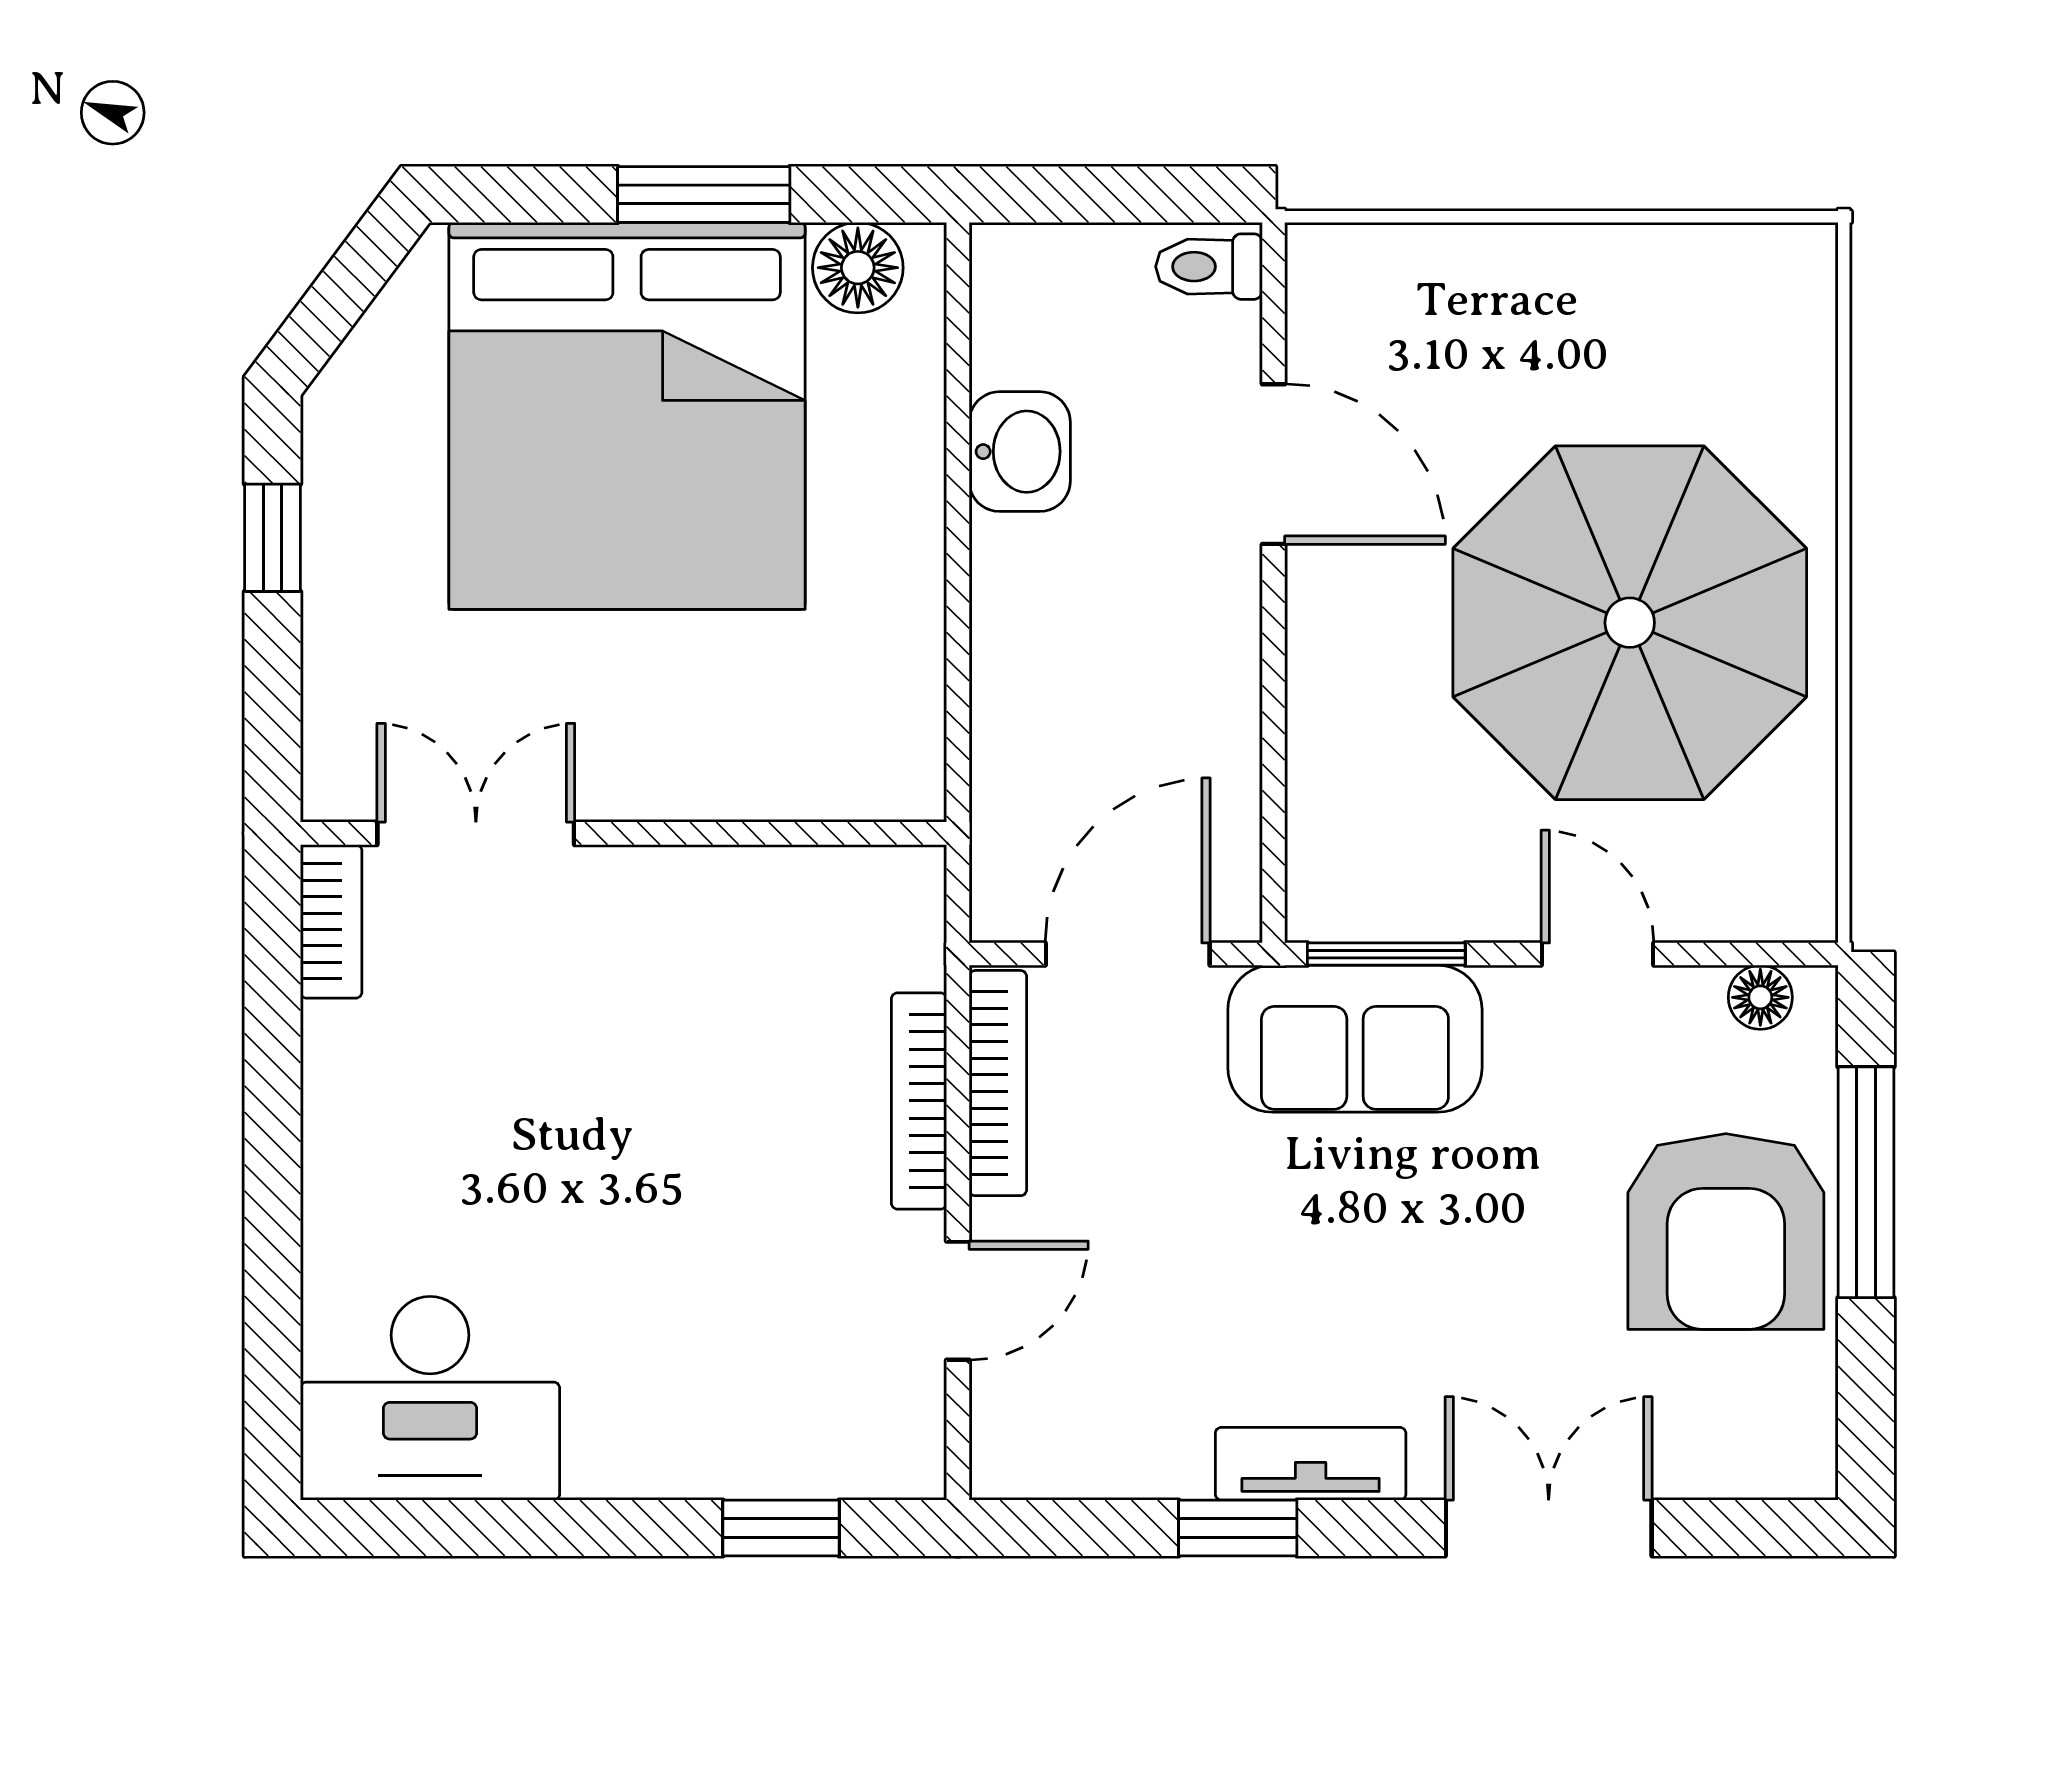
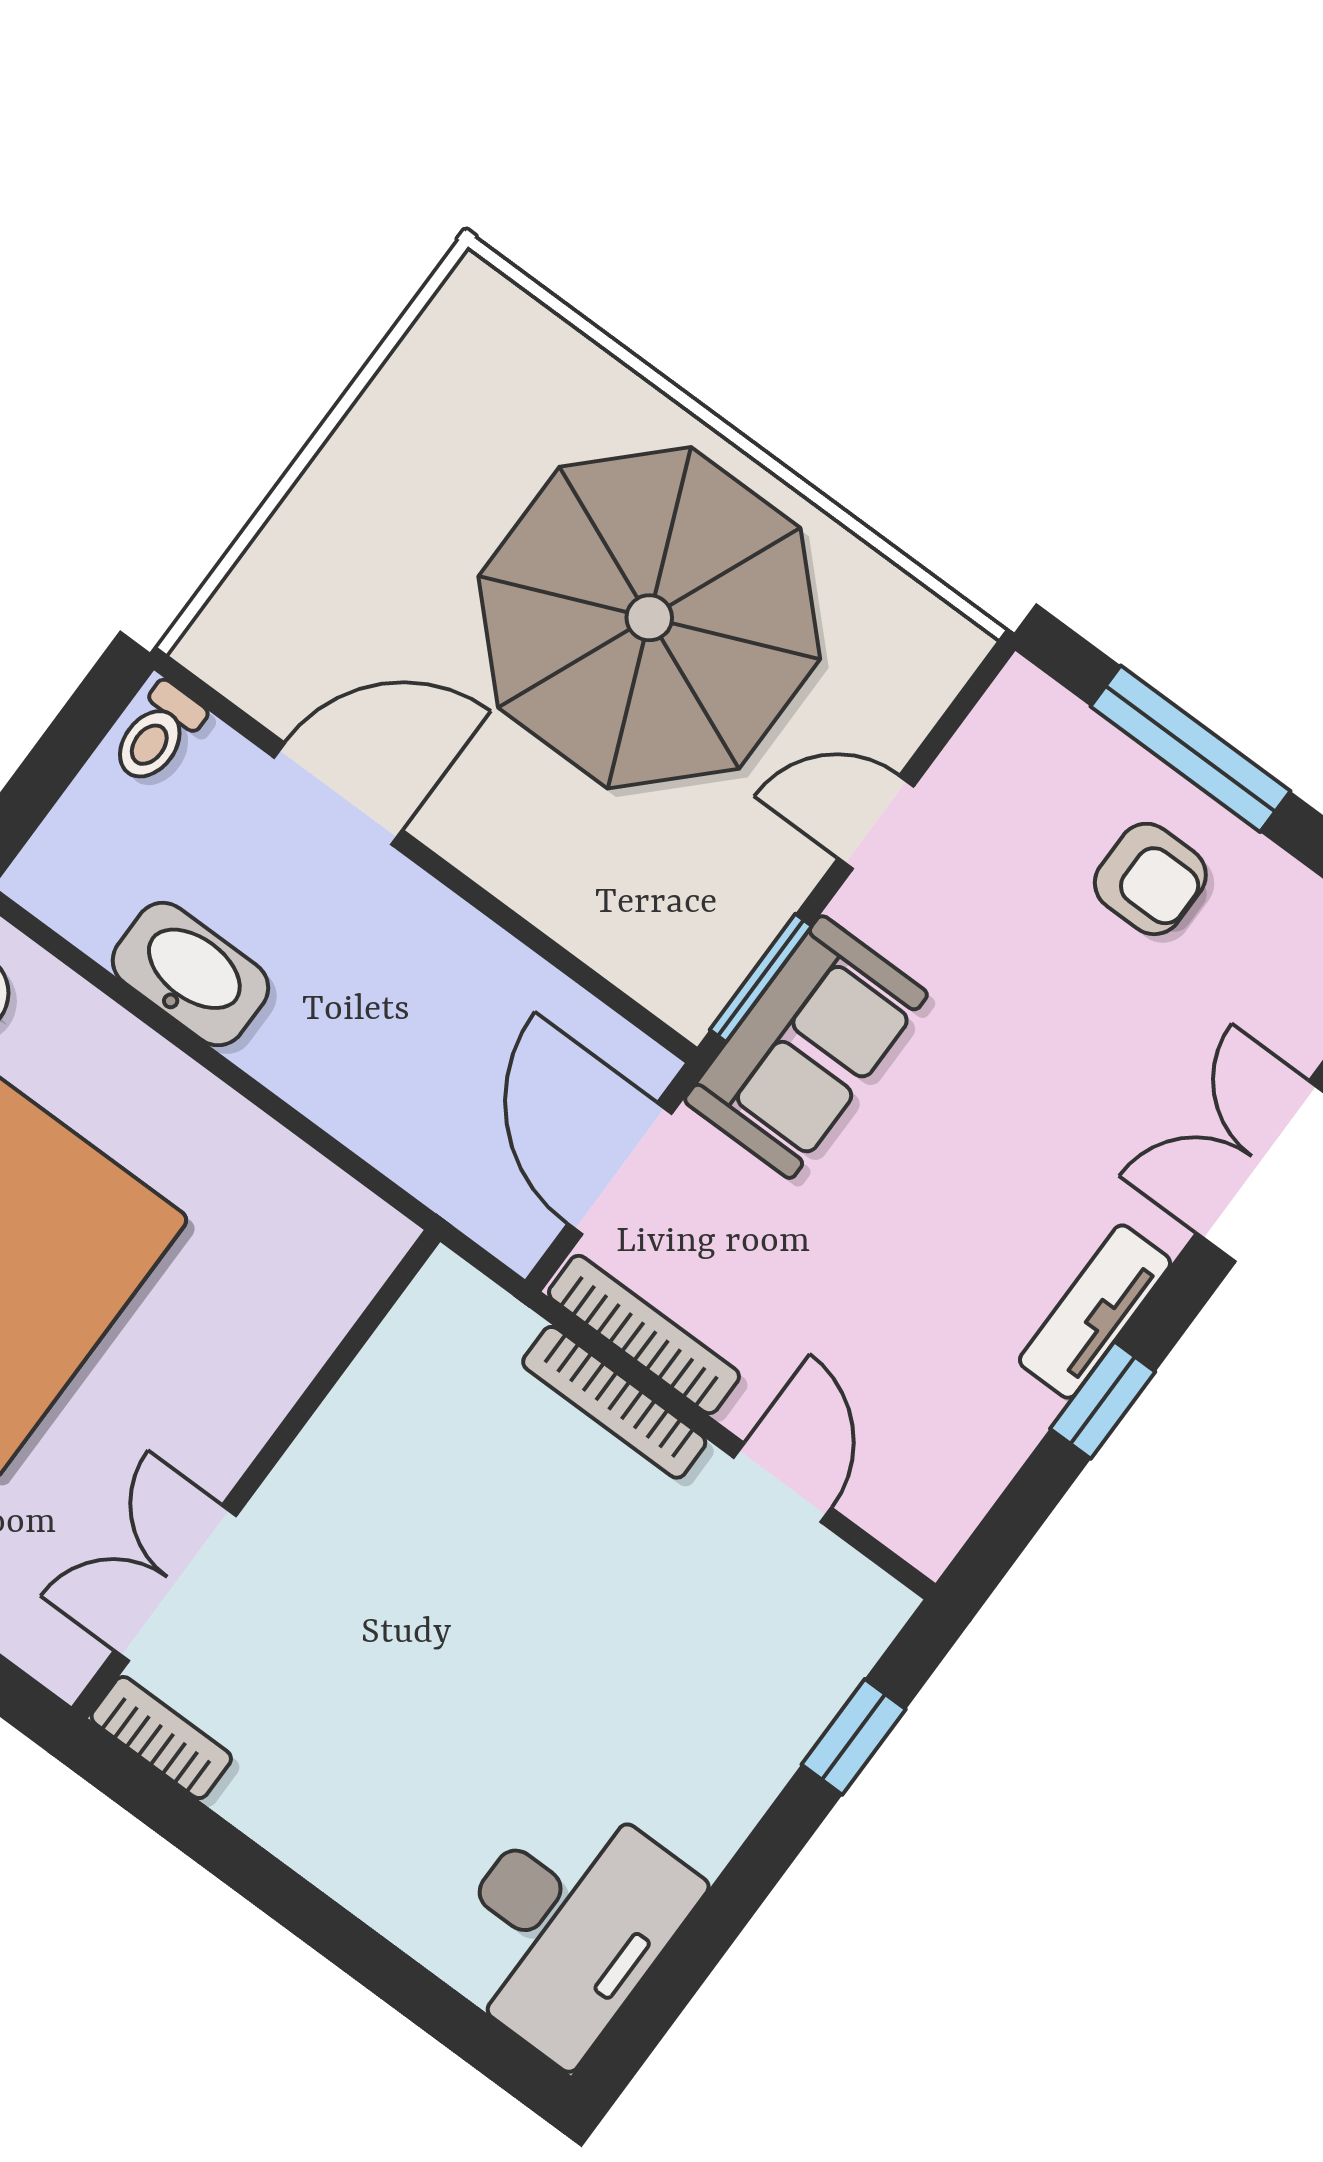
washbasin: (1020, 452) -> (190, 974), width x1.38
floor lamp: (1760, 997) -> (997, 726), removed
armchair: (1726, 1232) -> (1150, 879), width x0.53, depth x0.53

